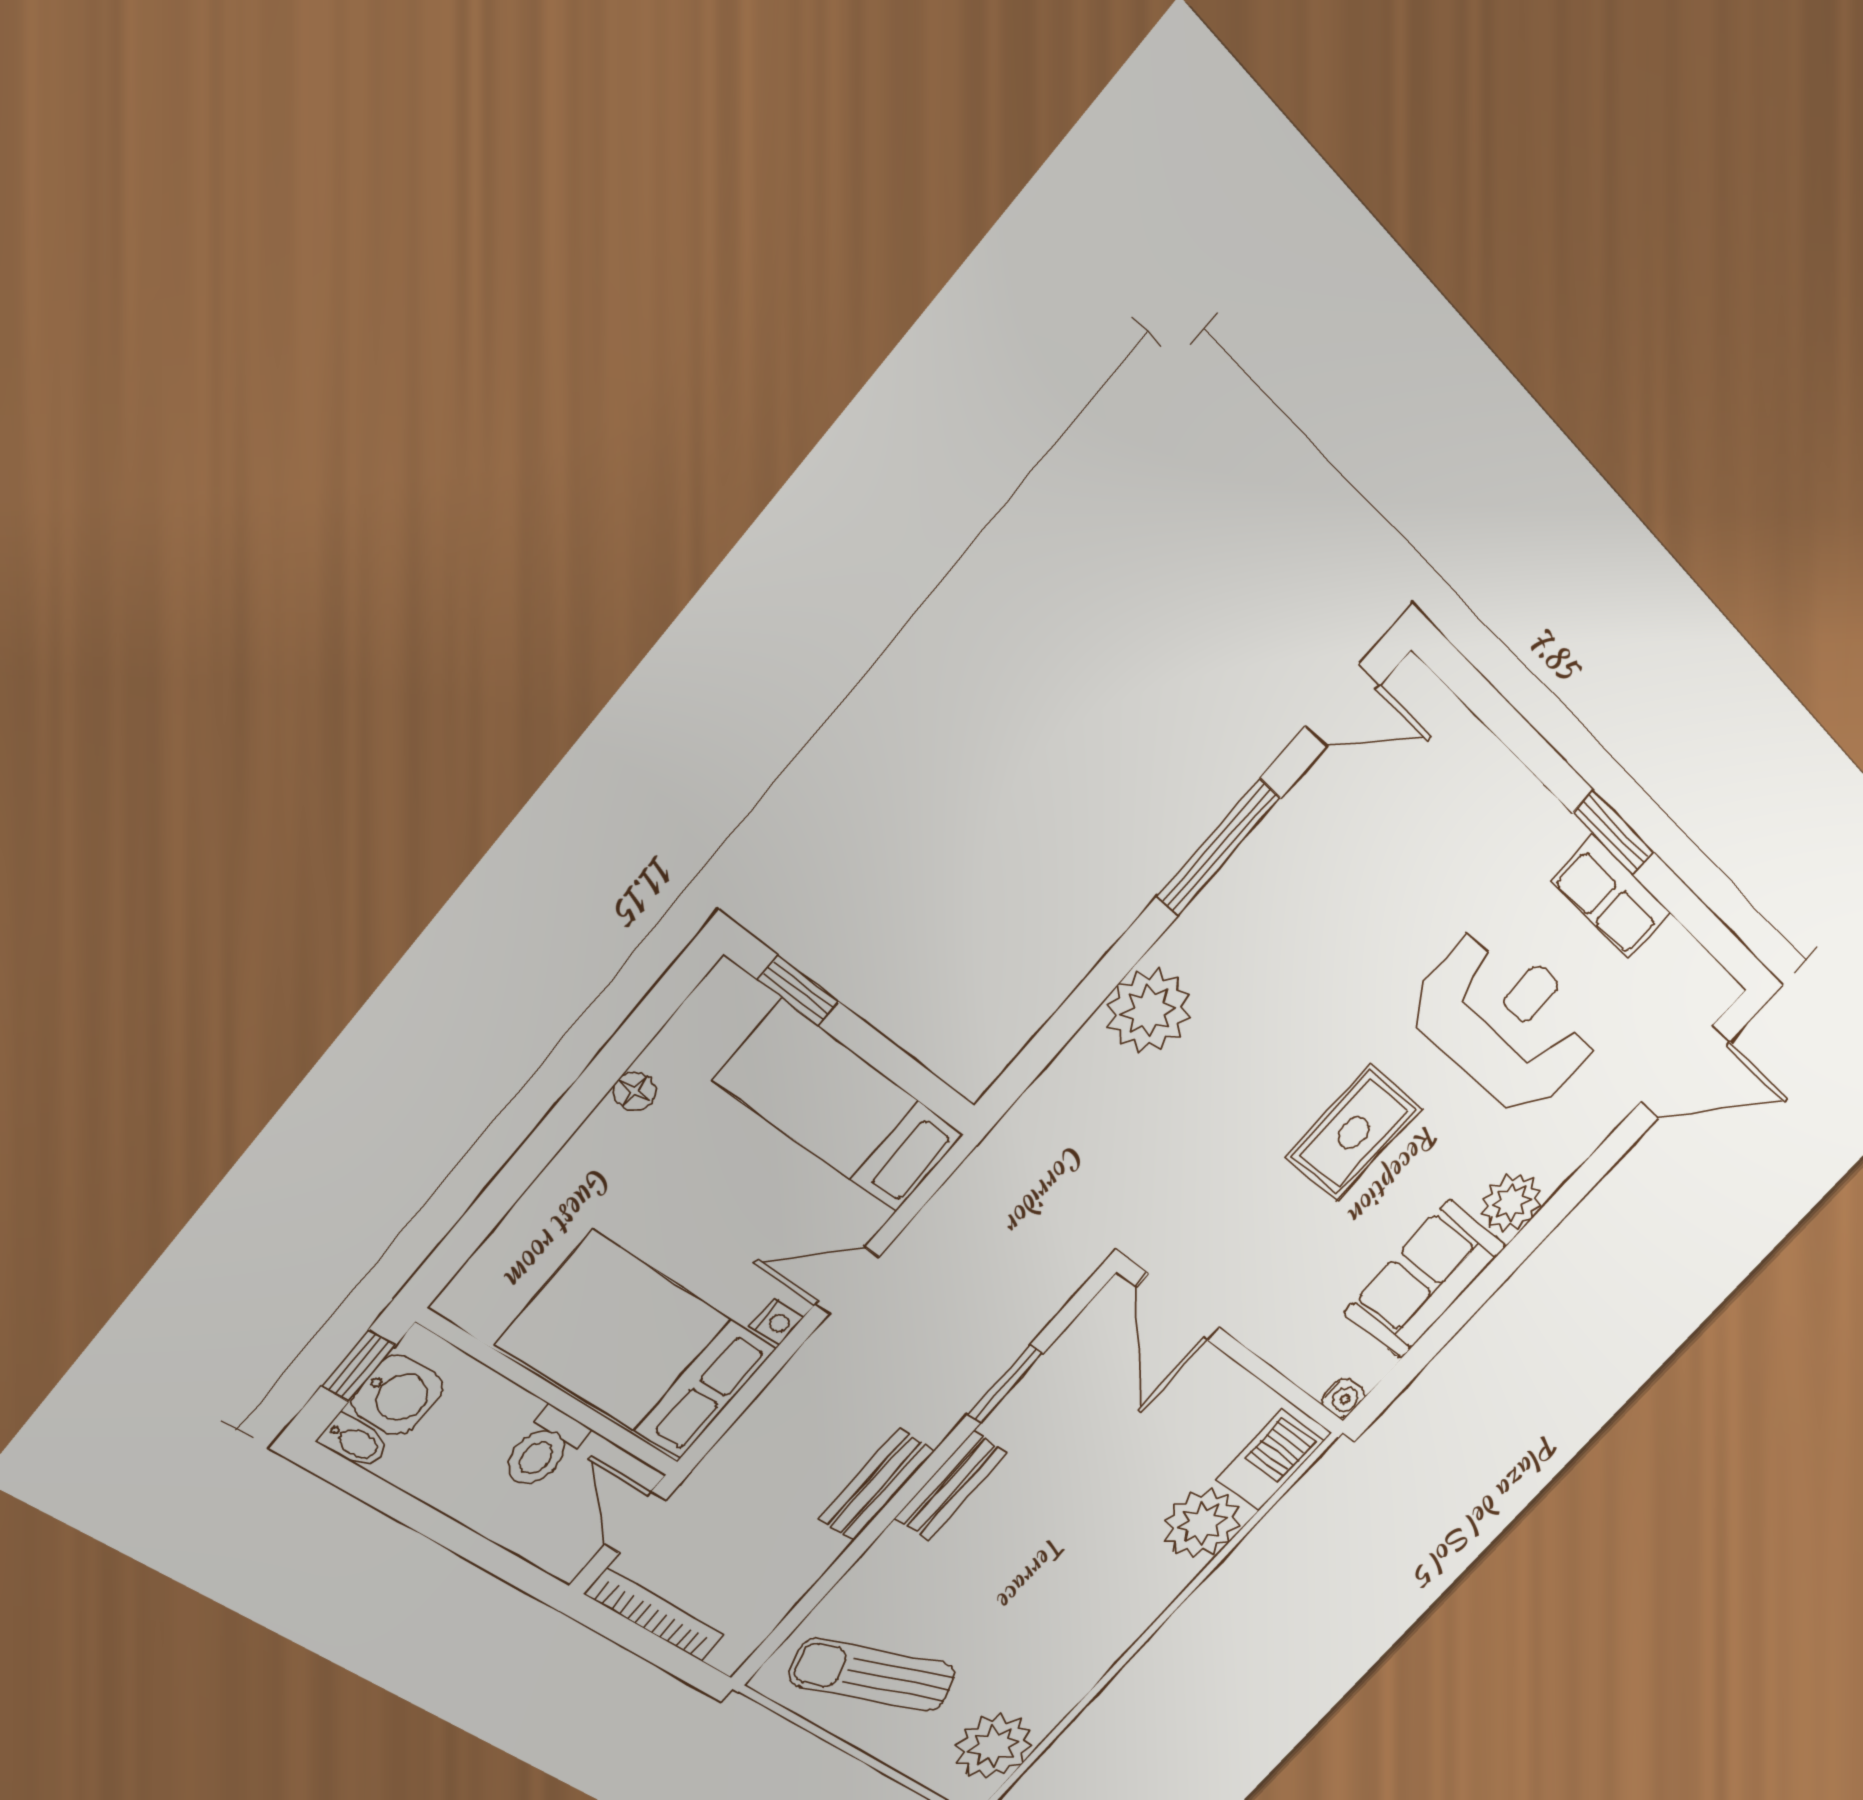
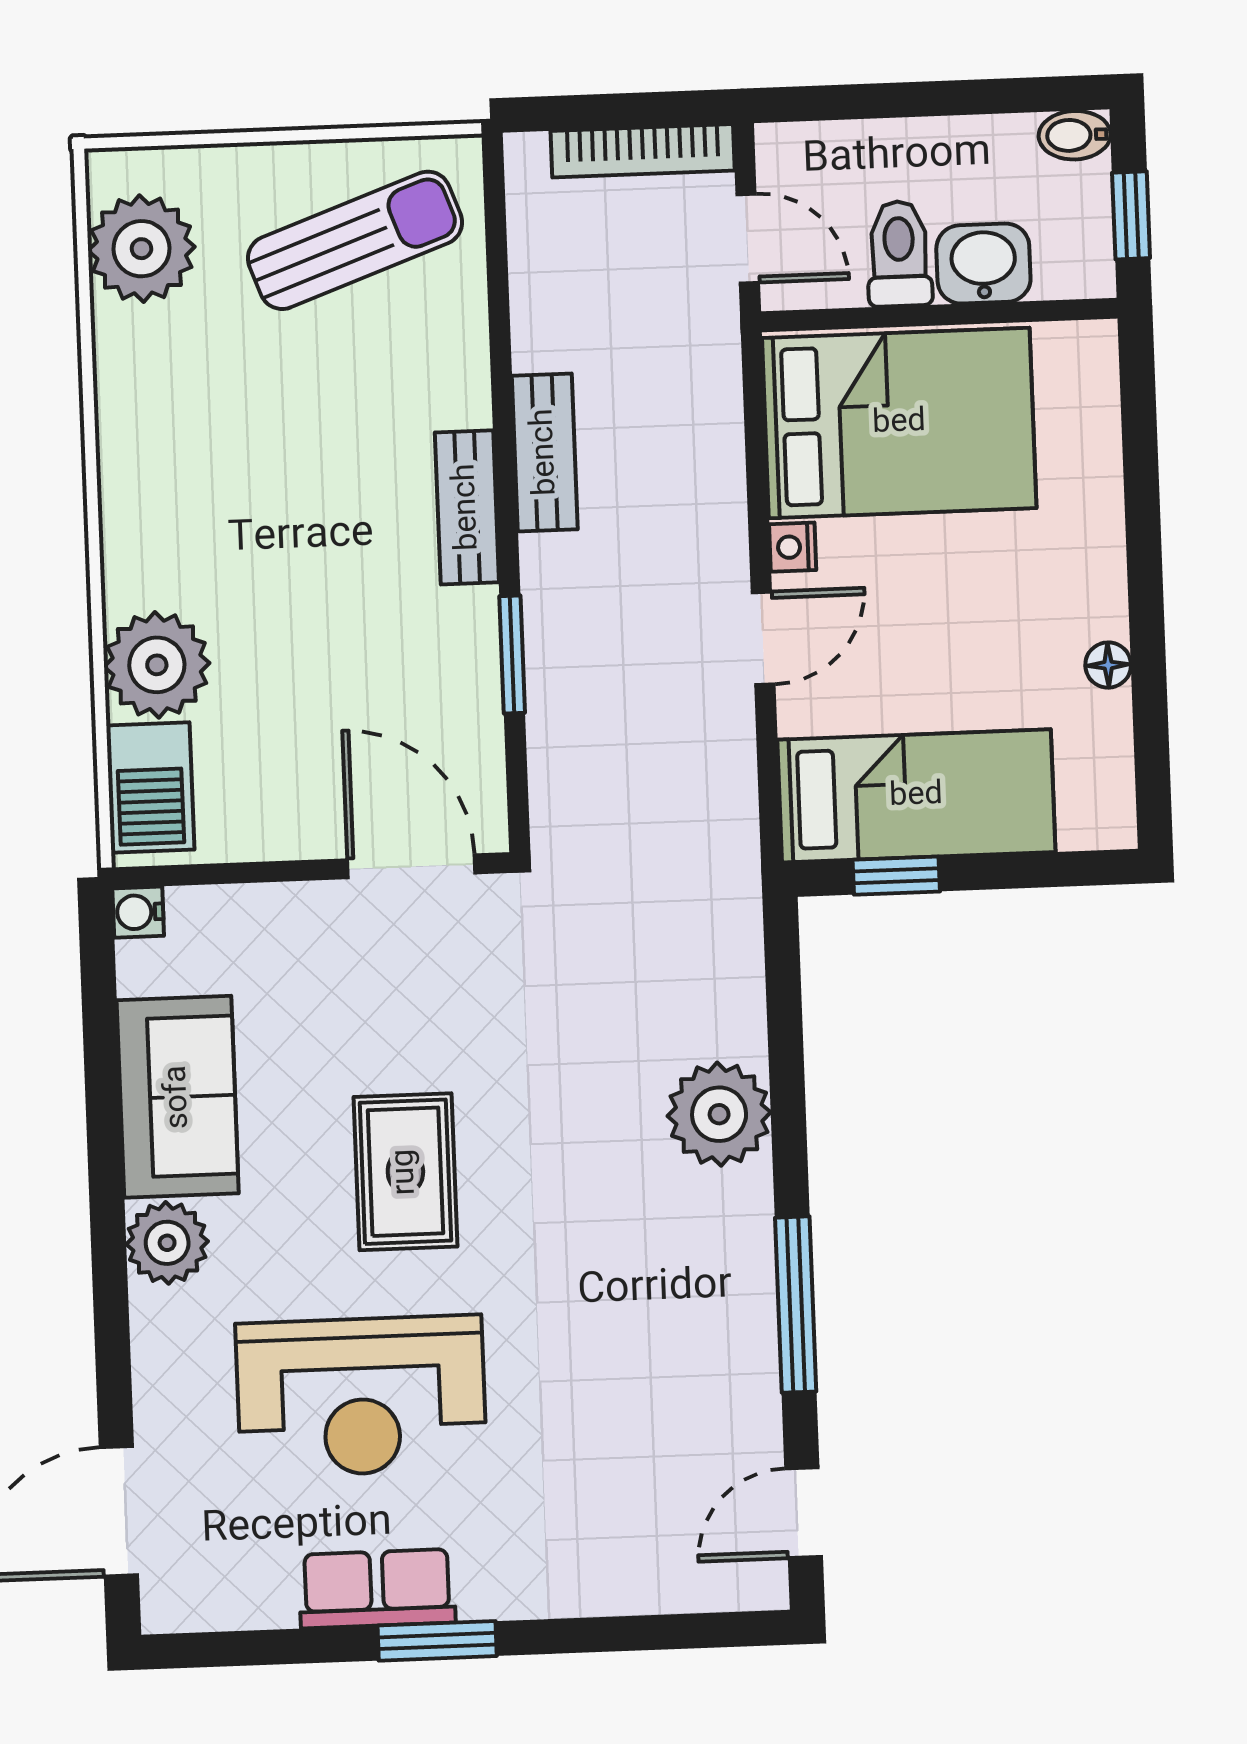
window: (798, 991) -> (896, 876), moved
washbasin: (398, 1395) -> (983, 264), moved, turned 90

